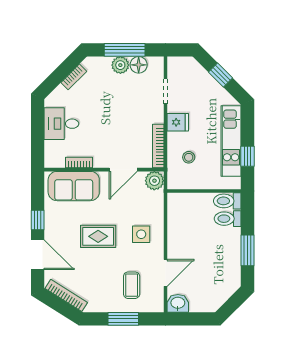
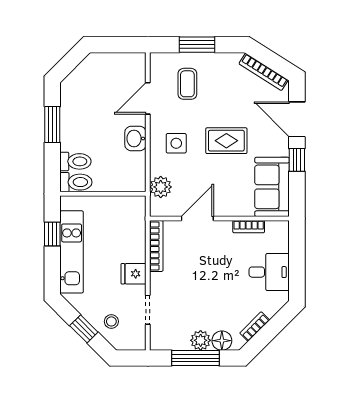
floor lamp: (139, 65) -> (222, 341), moved
stool: (189, 157) -> (111, 321), moved
plant: (154, 181) -> (161, 187), moved
sofa: (74, 186) -> (272, 187), moved, turned -90
washbasin: (178, 303) -> (135, 139), moved, turned 90

